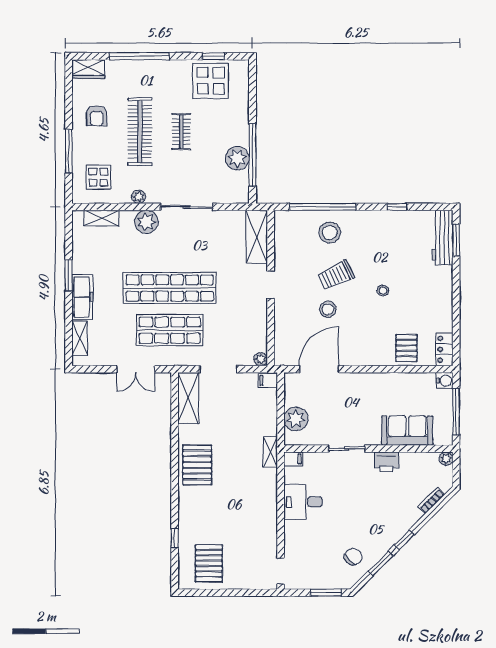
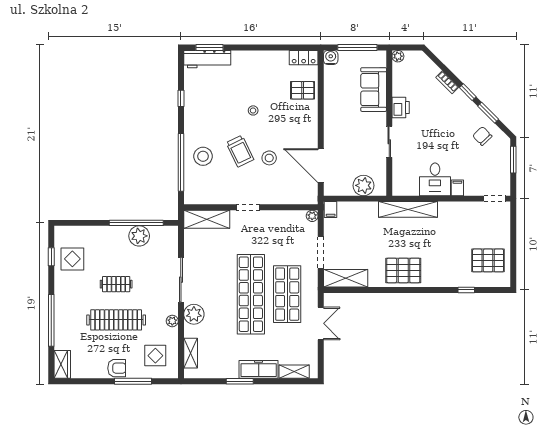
display table: (211, 81) -> (72, 259), width x0.73, depth x0.73
armchair: (97, 116) -> (117, 368), moved
shelving: (270, 452) -> (408, 209), width x2.20, depth x1.33
filing cabinet: (293, 459) -> (457, 188), moved
bookcase: (431, 501) -> (447, 82), moved

